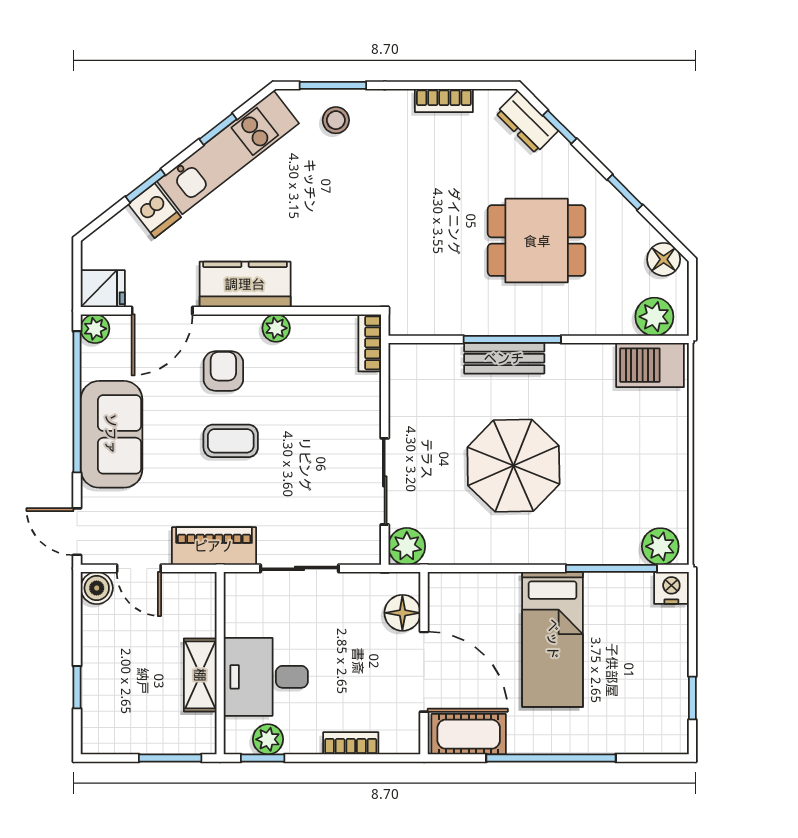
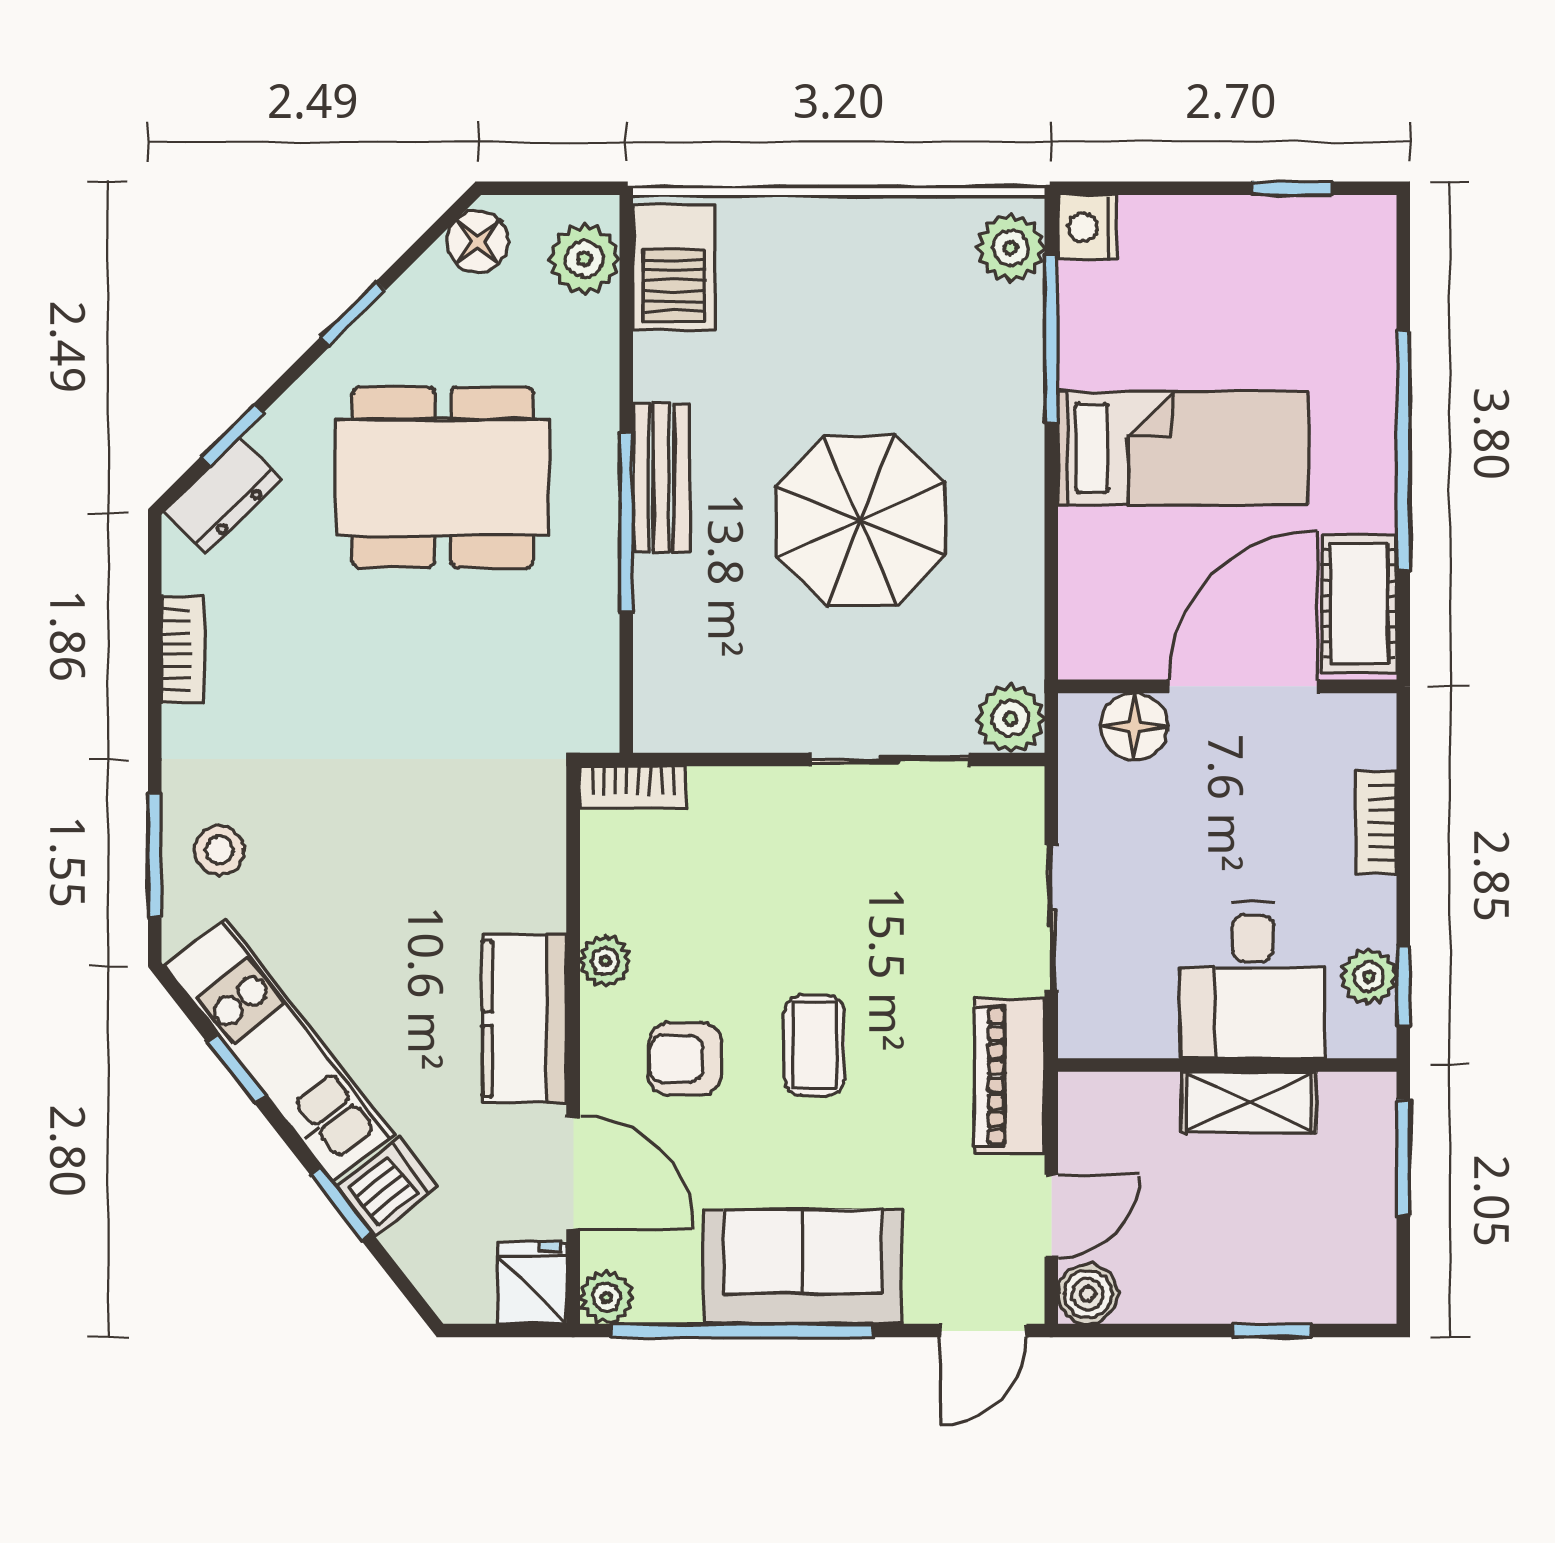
dining table: (537, 241) -> (443, 478), width x1.38
bench: (504, 358) -> (661, 478), moved

